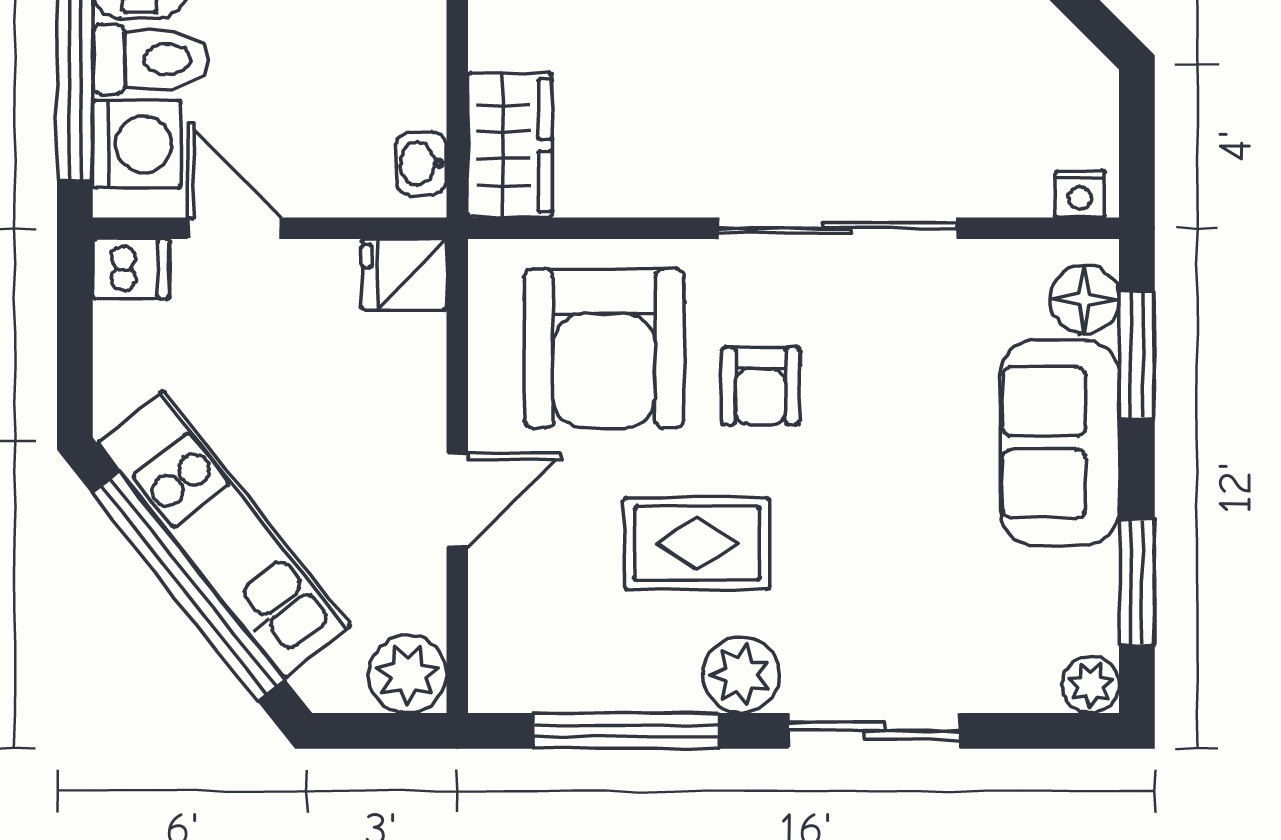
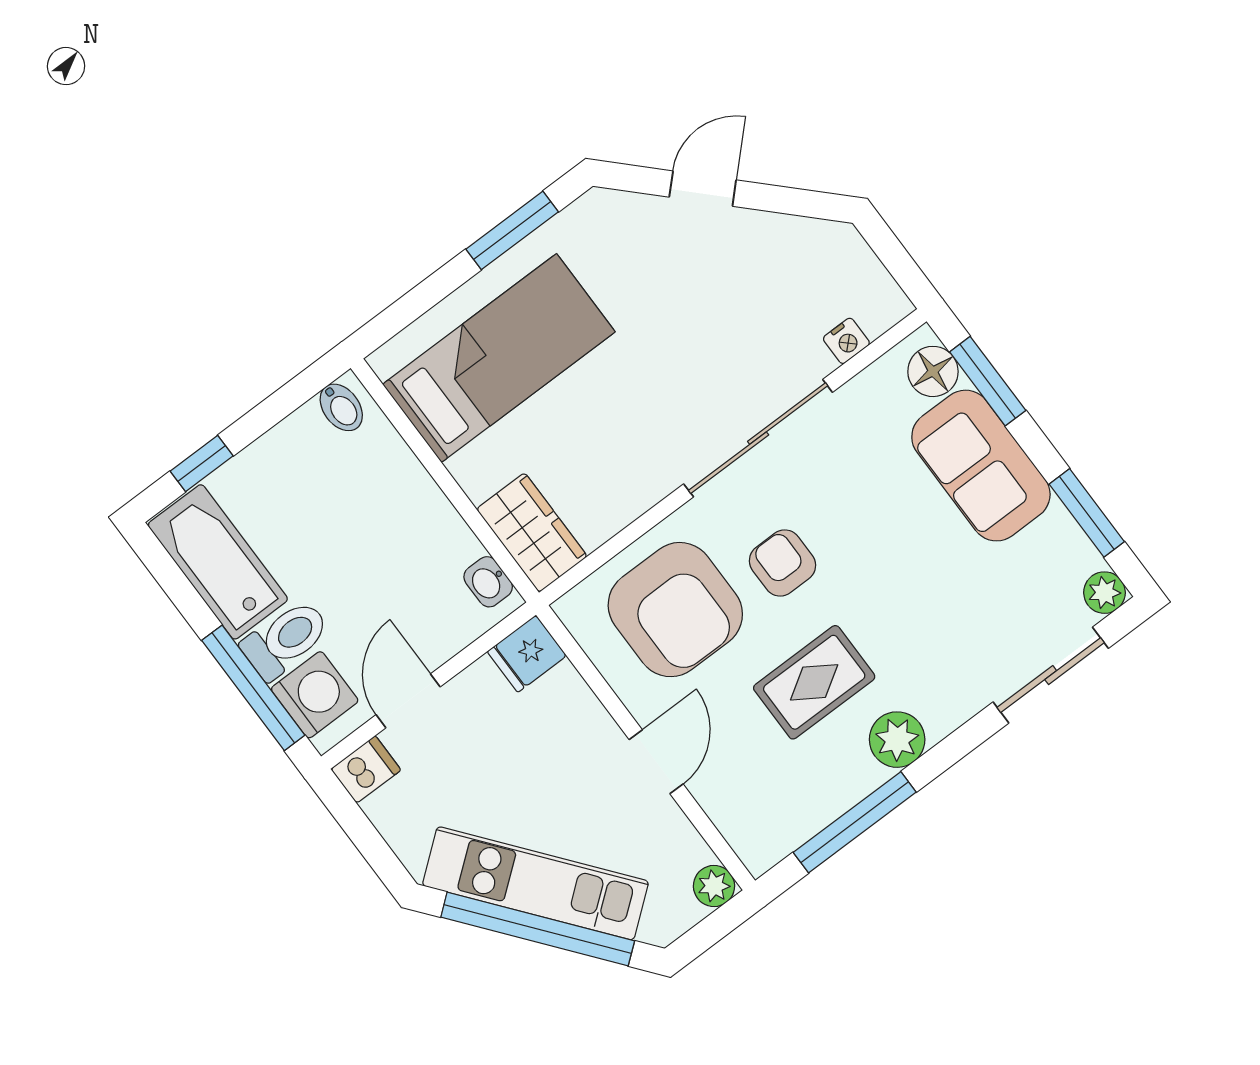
nightstand: (1080, 194) -> (846, 341), moved
door: (235, 228) -> (408, 701), hinge flipped
armchair: (761, 386) -> (782, 563), turned 180
plant: (408, 674) -> (714, 886), width x0.73, depth x0.73
sliding door: (874, 731) -> (1051, 675), moved

